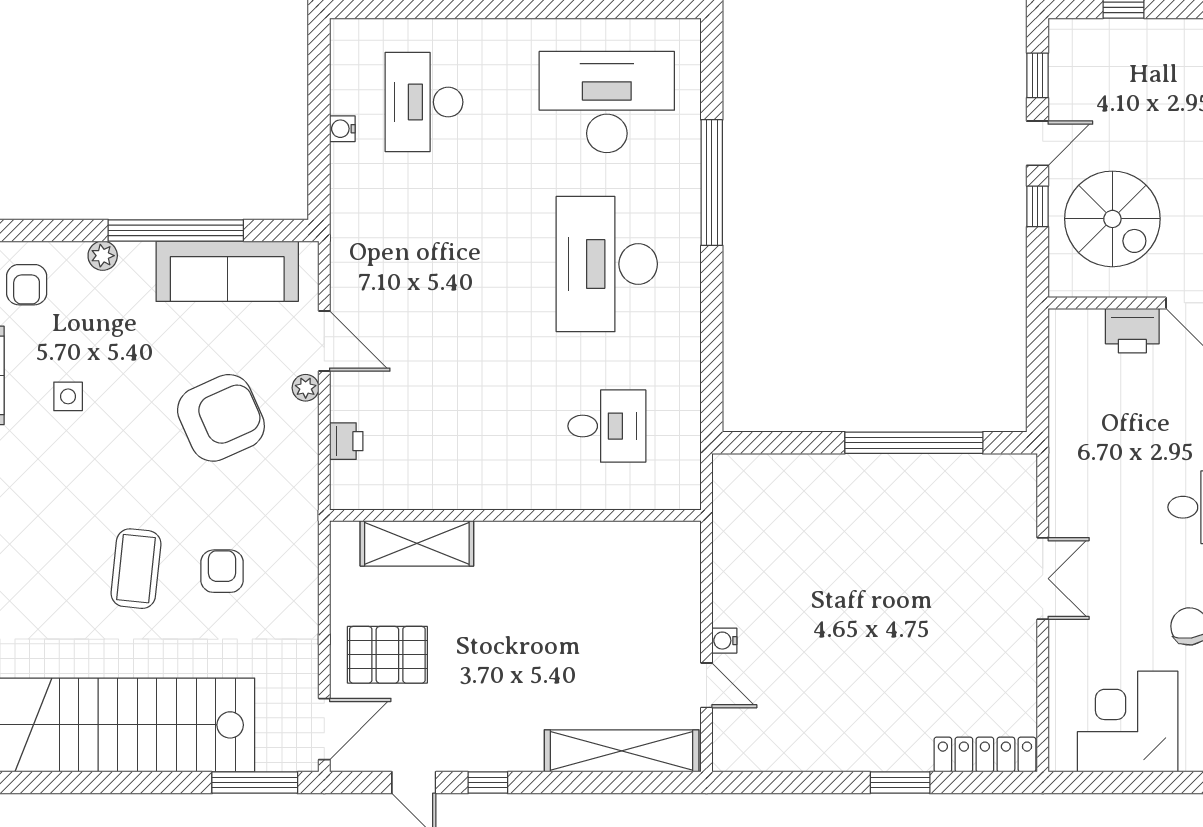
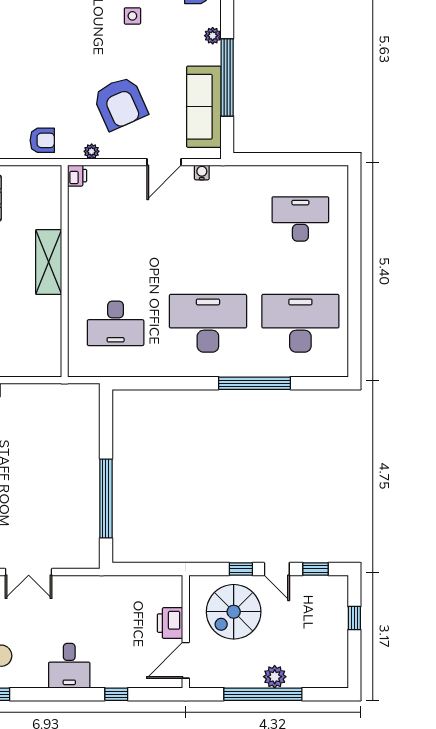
desk: (607, 102) -> (300, 323), turned -90
water cooler: (342, 129) -> (202, 172), moved
plant: (306, 388) -> (92, 151), moved
desk: (607, 426) -> (116, 323), width x1.37
printer: (346, 441) -> (77, 176), moved, turned -90
shelving: (417, 543) -> (49, 262), moved
coffee table: (136, 569) -> (34, 55), removed
armchair: (222, 571) -> (42, 140), moved

